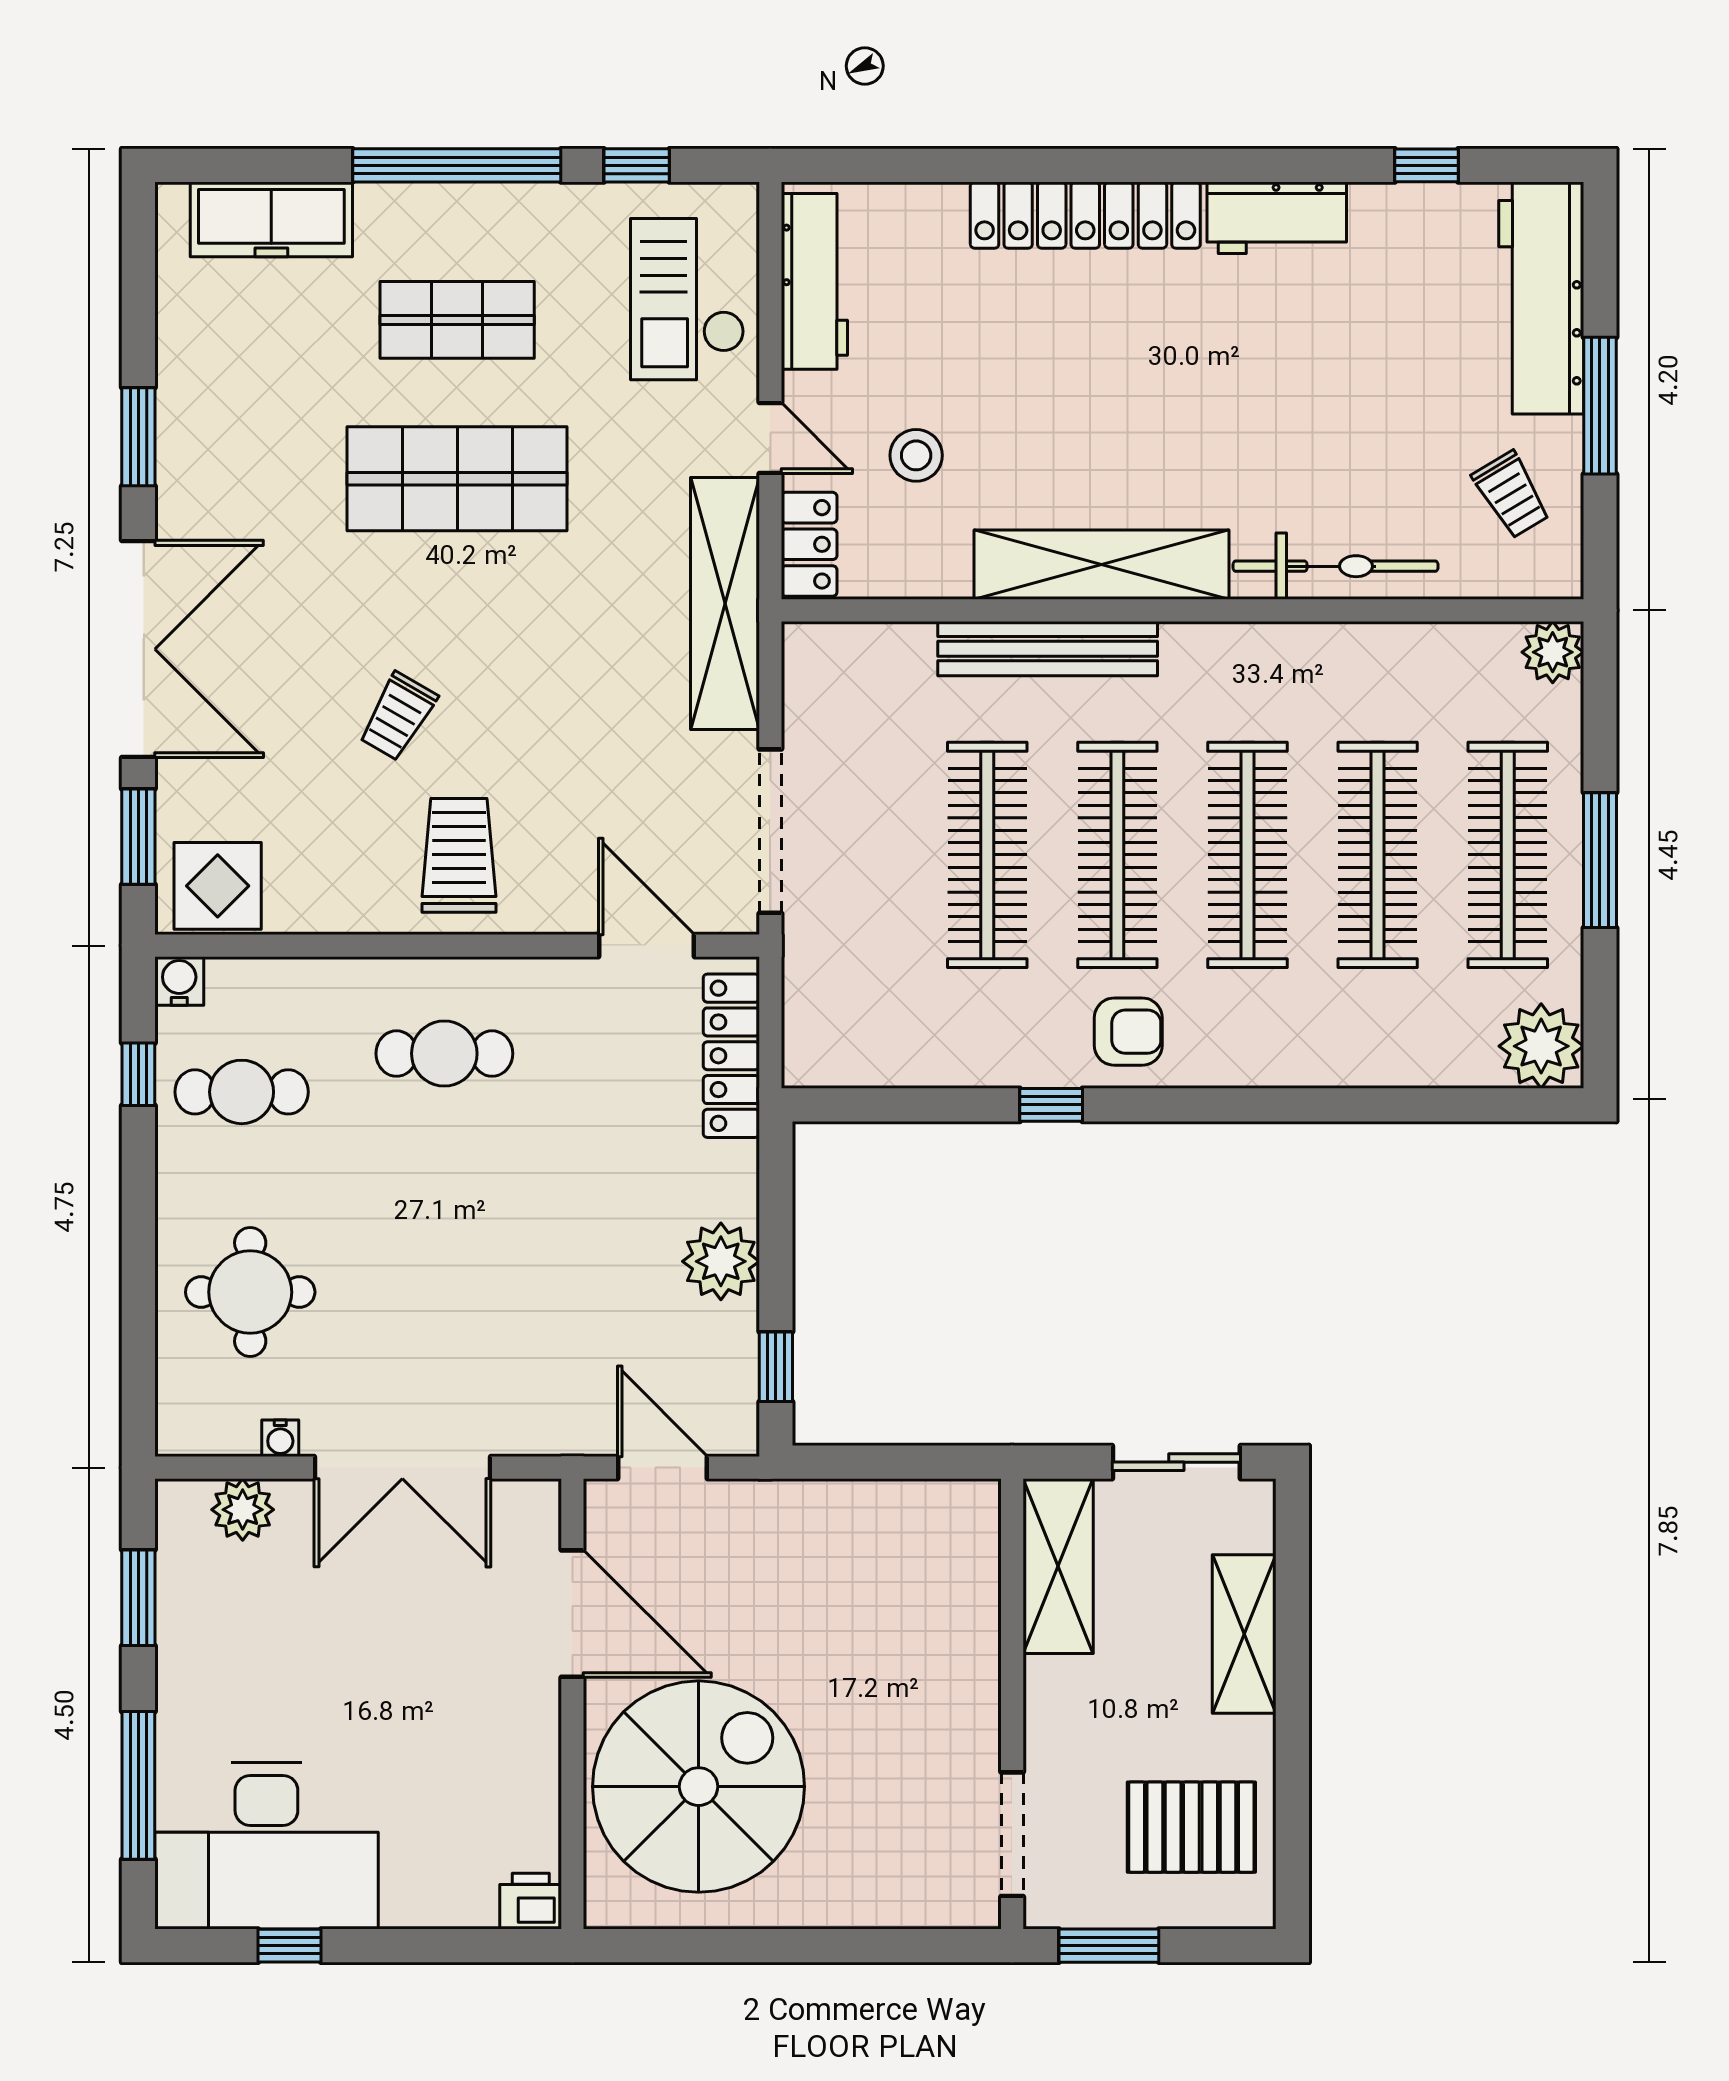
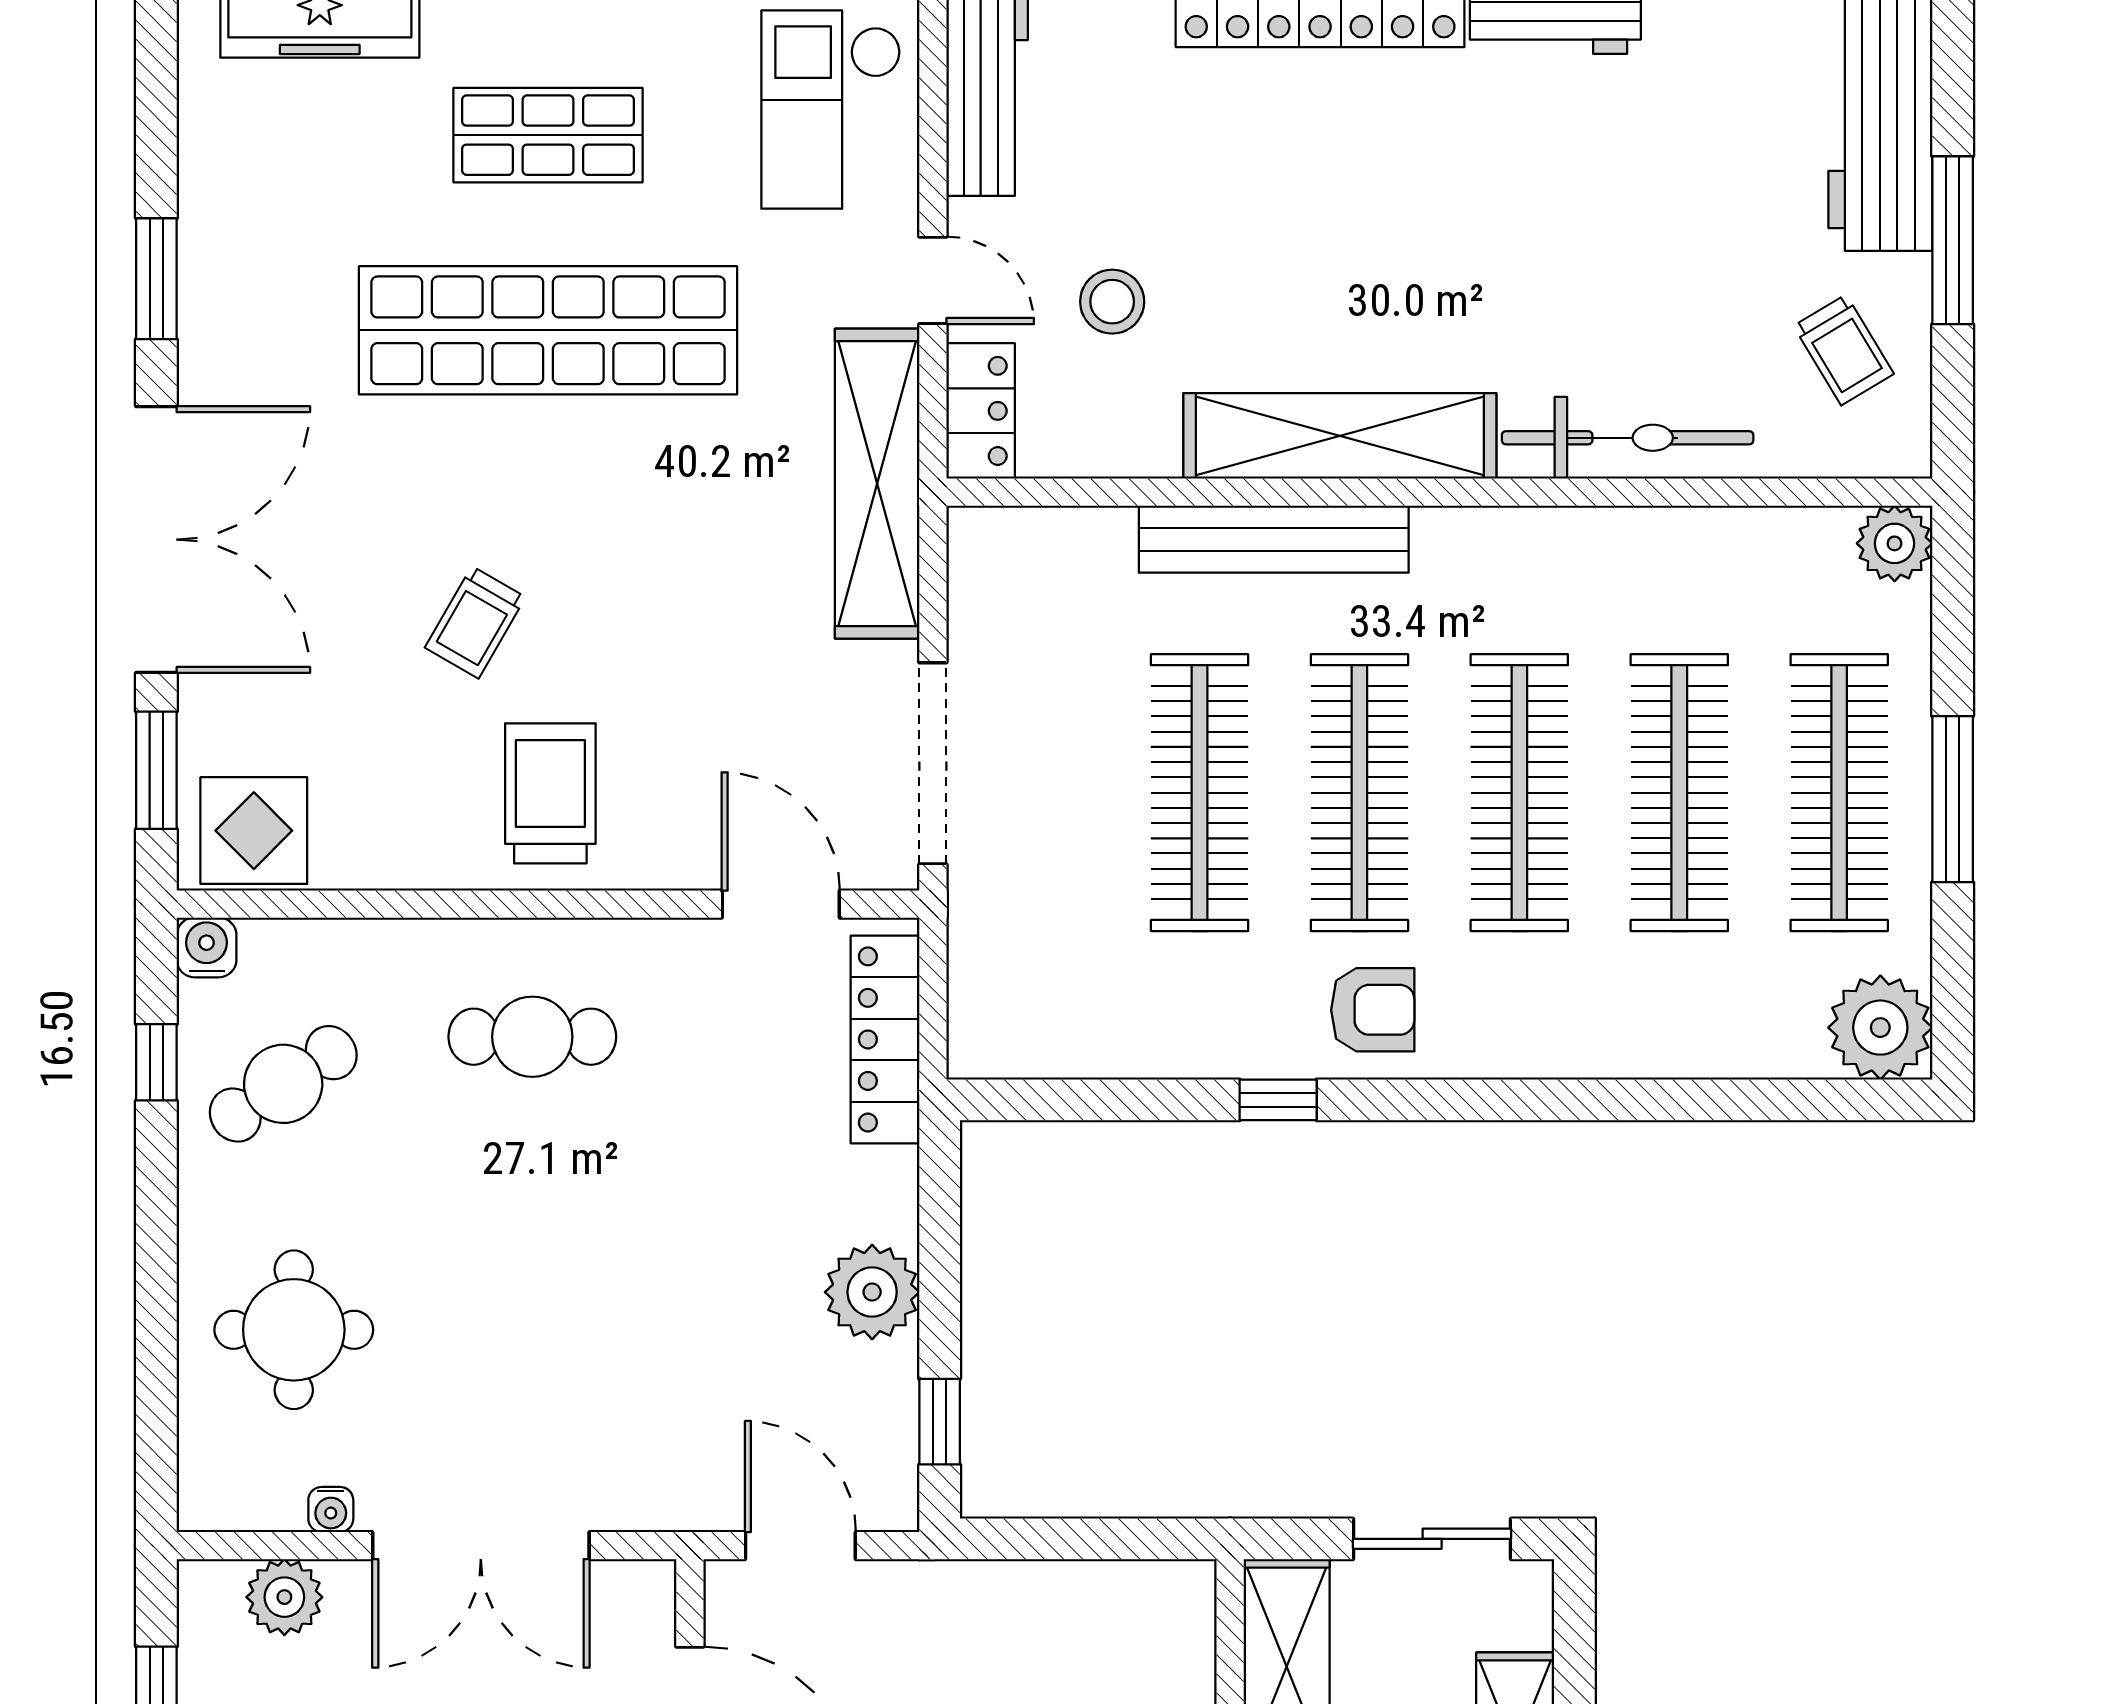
shop shelf: (457, 479) -> (548, 330), width x1.40
cafe table: (242, 1092) -> (283, 1084), turned -33

